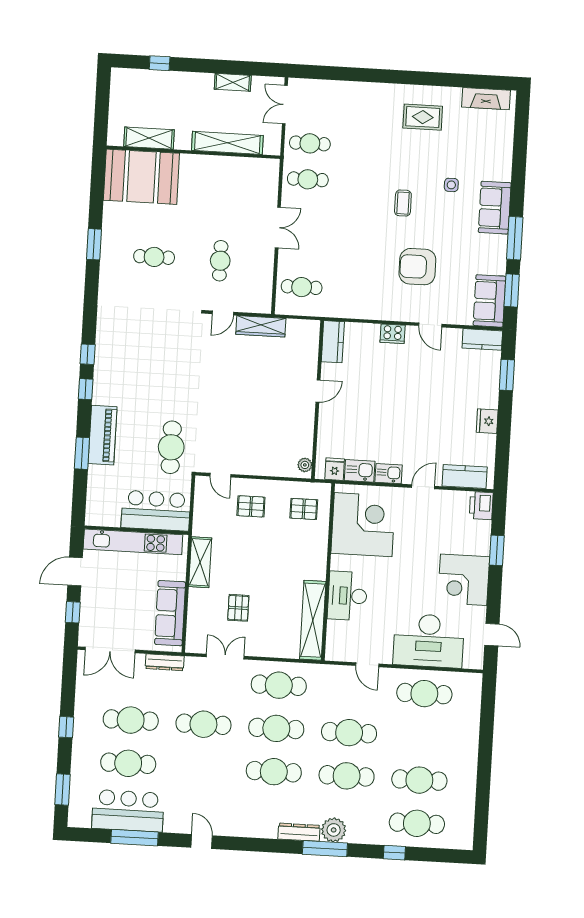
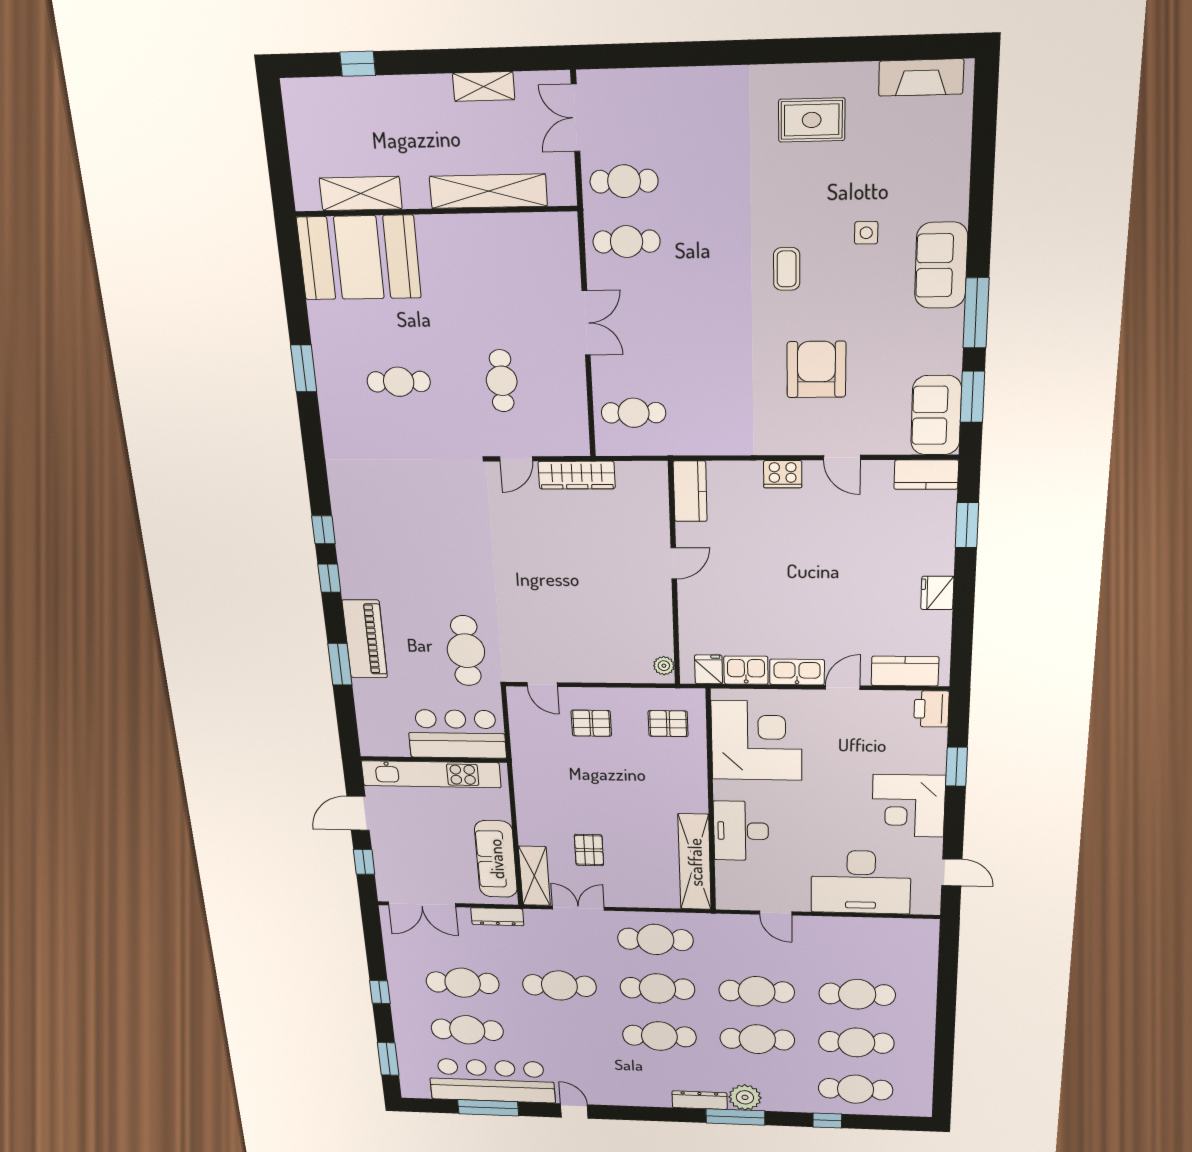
armchair: (417, 267) -> (816, 369), turned 90
kitchen sink: (389, 474) -> (797, 672), width x1.38
shelving: (200, 562) -> (534, 876), moved
cafe table: (424, 694) -> (857, 994), moved
bar counter: (128, 811) -> (492, 1081), width x1.36

